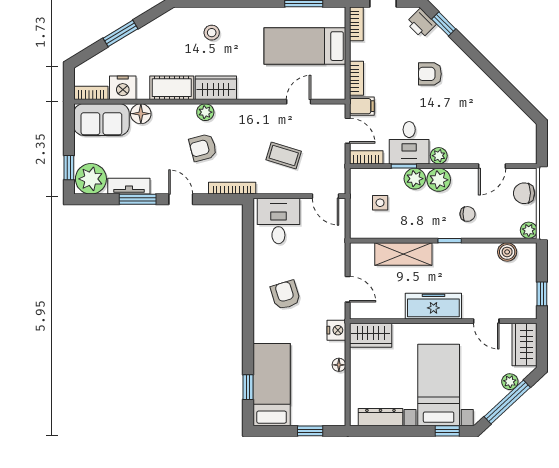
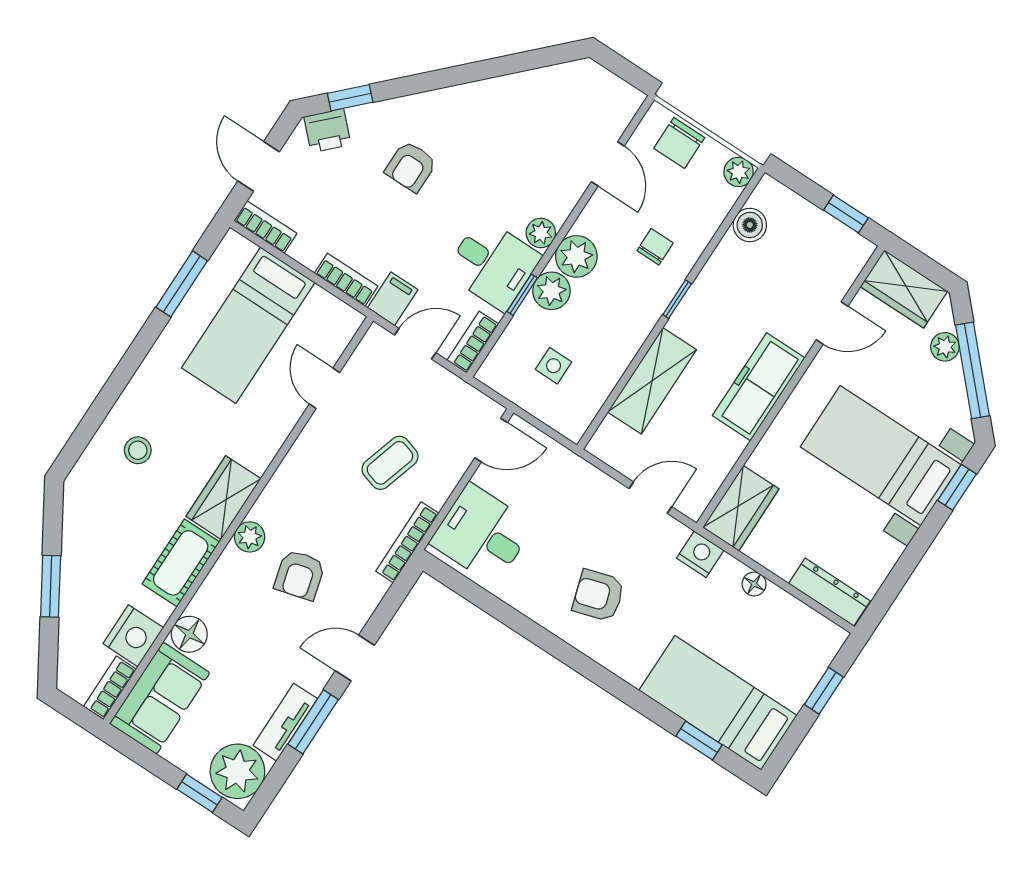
bookcase: (232, 188) -> (407, 542), moved
dresser: (380, 417) -> (829, 592), moved, turned 90

